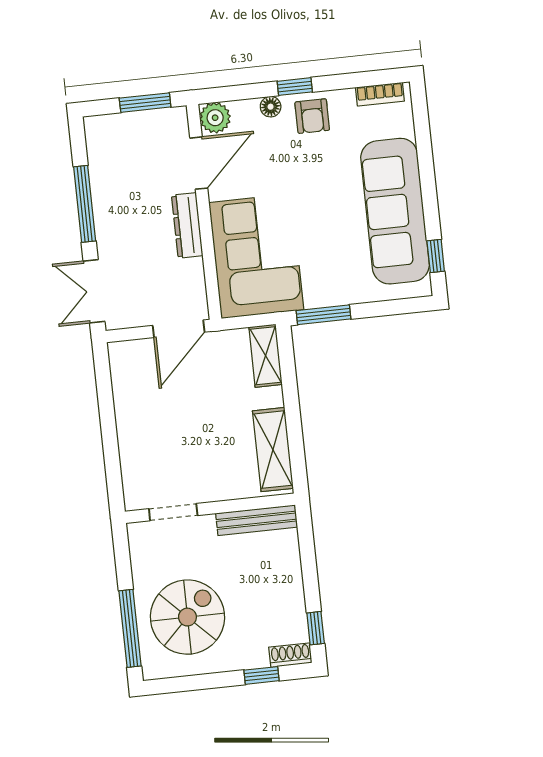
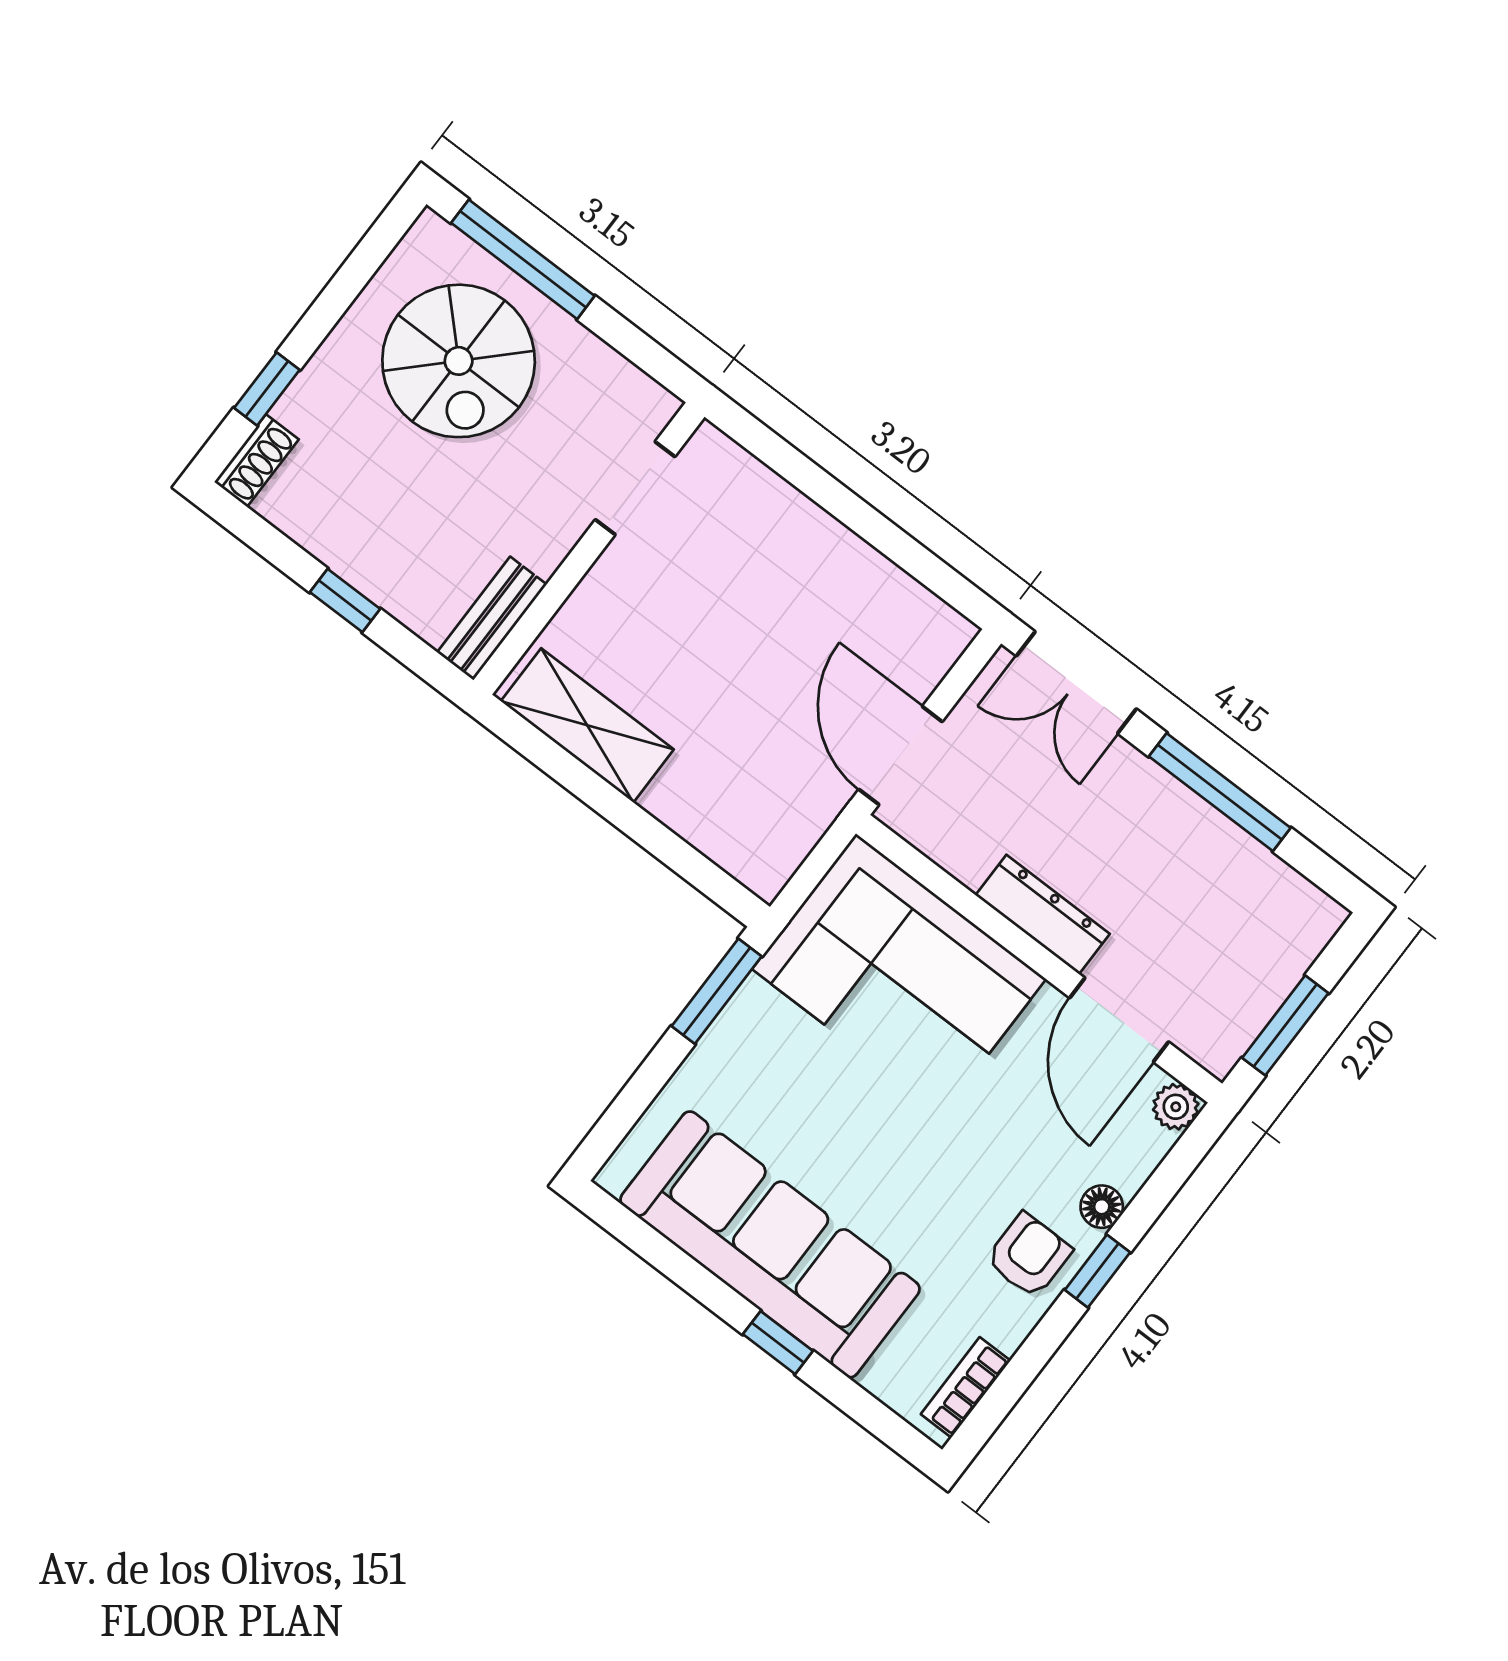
armchair: (312, 116) -> (1029, 1255), turned 90
plant: (215, 118) -> (1176, 1107), width x0.73, depth x0.73
window: (436, 256) -> (778, 1343), moved
double door: (94, 291) -> (1076, 682), swing flipped
shelving: (266, 356) -> (738, 847), removed
bench: (257, 520) -> (492, 618), width x0.73
window: (316, 628) -> (345, 601), moved

